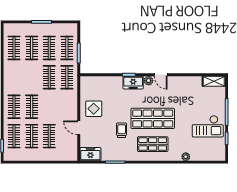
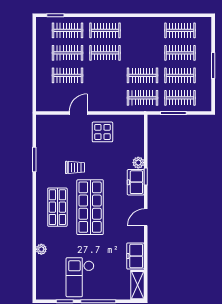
plant: (149, 81) -> (138, 163), moved
freezer: (90, 154) -> (135, 256), moved, turned 180

